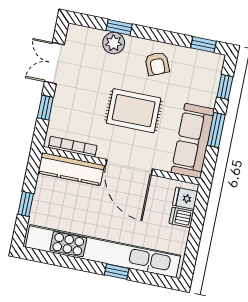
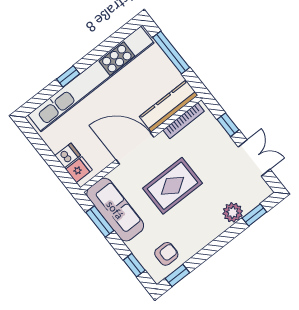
window: (119, 27) -> (254, 215), moved
armchair: (157, 64) -> (166, 254), moved, turned 113
window: (216, 130) -> (100, 222), moved
window: (26, 204) -> (171, 52), width x2.17

